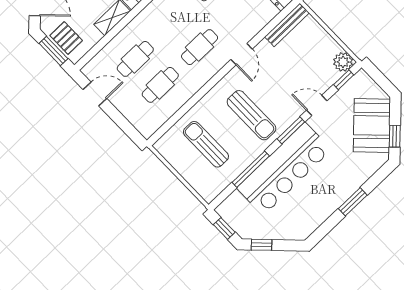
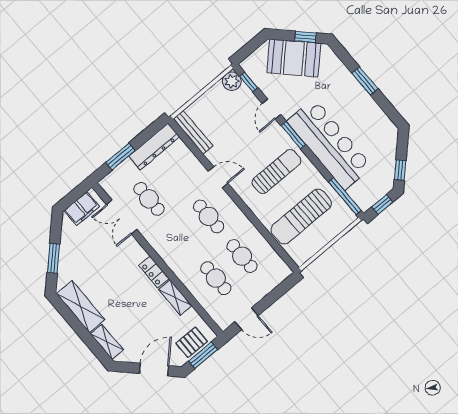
door: (95, 94) -> (247, 319), swing flipped
sun lounger: (206, 144) -> (301, 217), width x1.36, depth x1.34
window: (251, 169) -> (345, 196), moved

